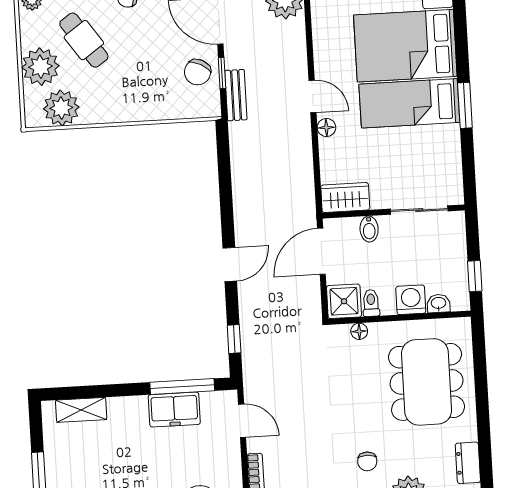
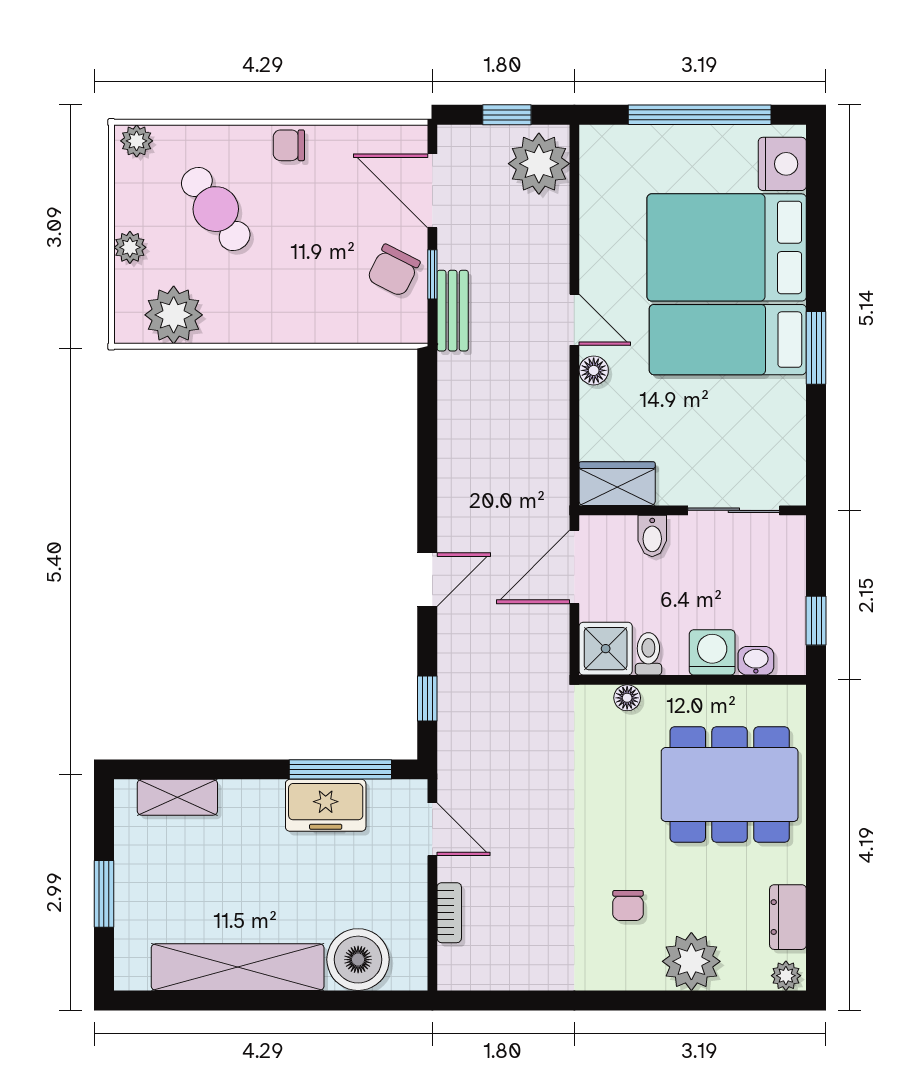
plant: (40, 67) -> (130, 247), width x0.53, depth x0.53
dining table: (427, 382) -> (730, 785), turned 90

